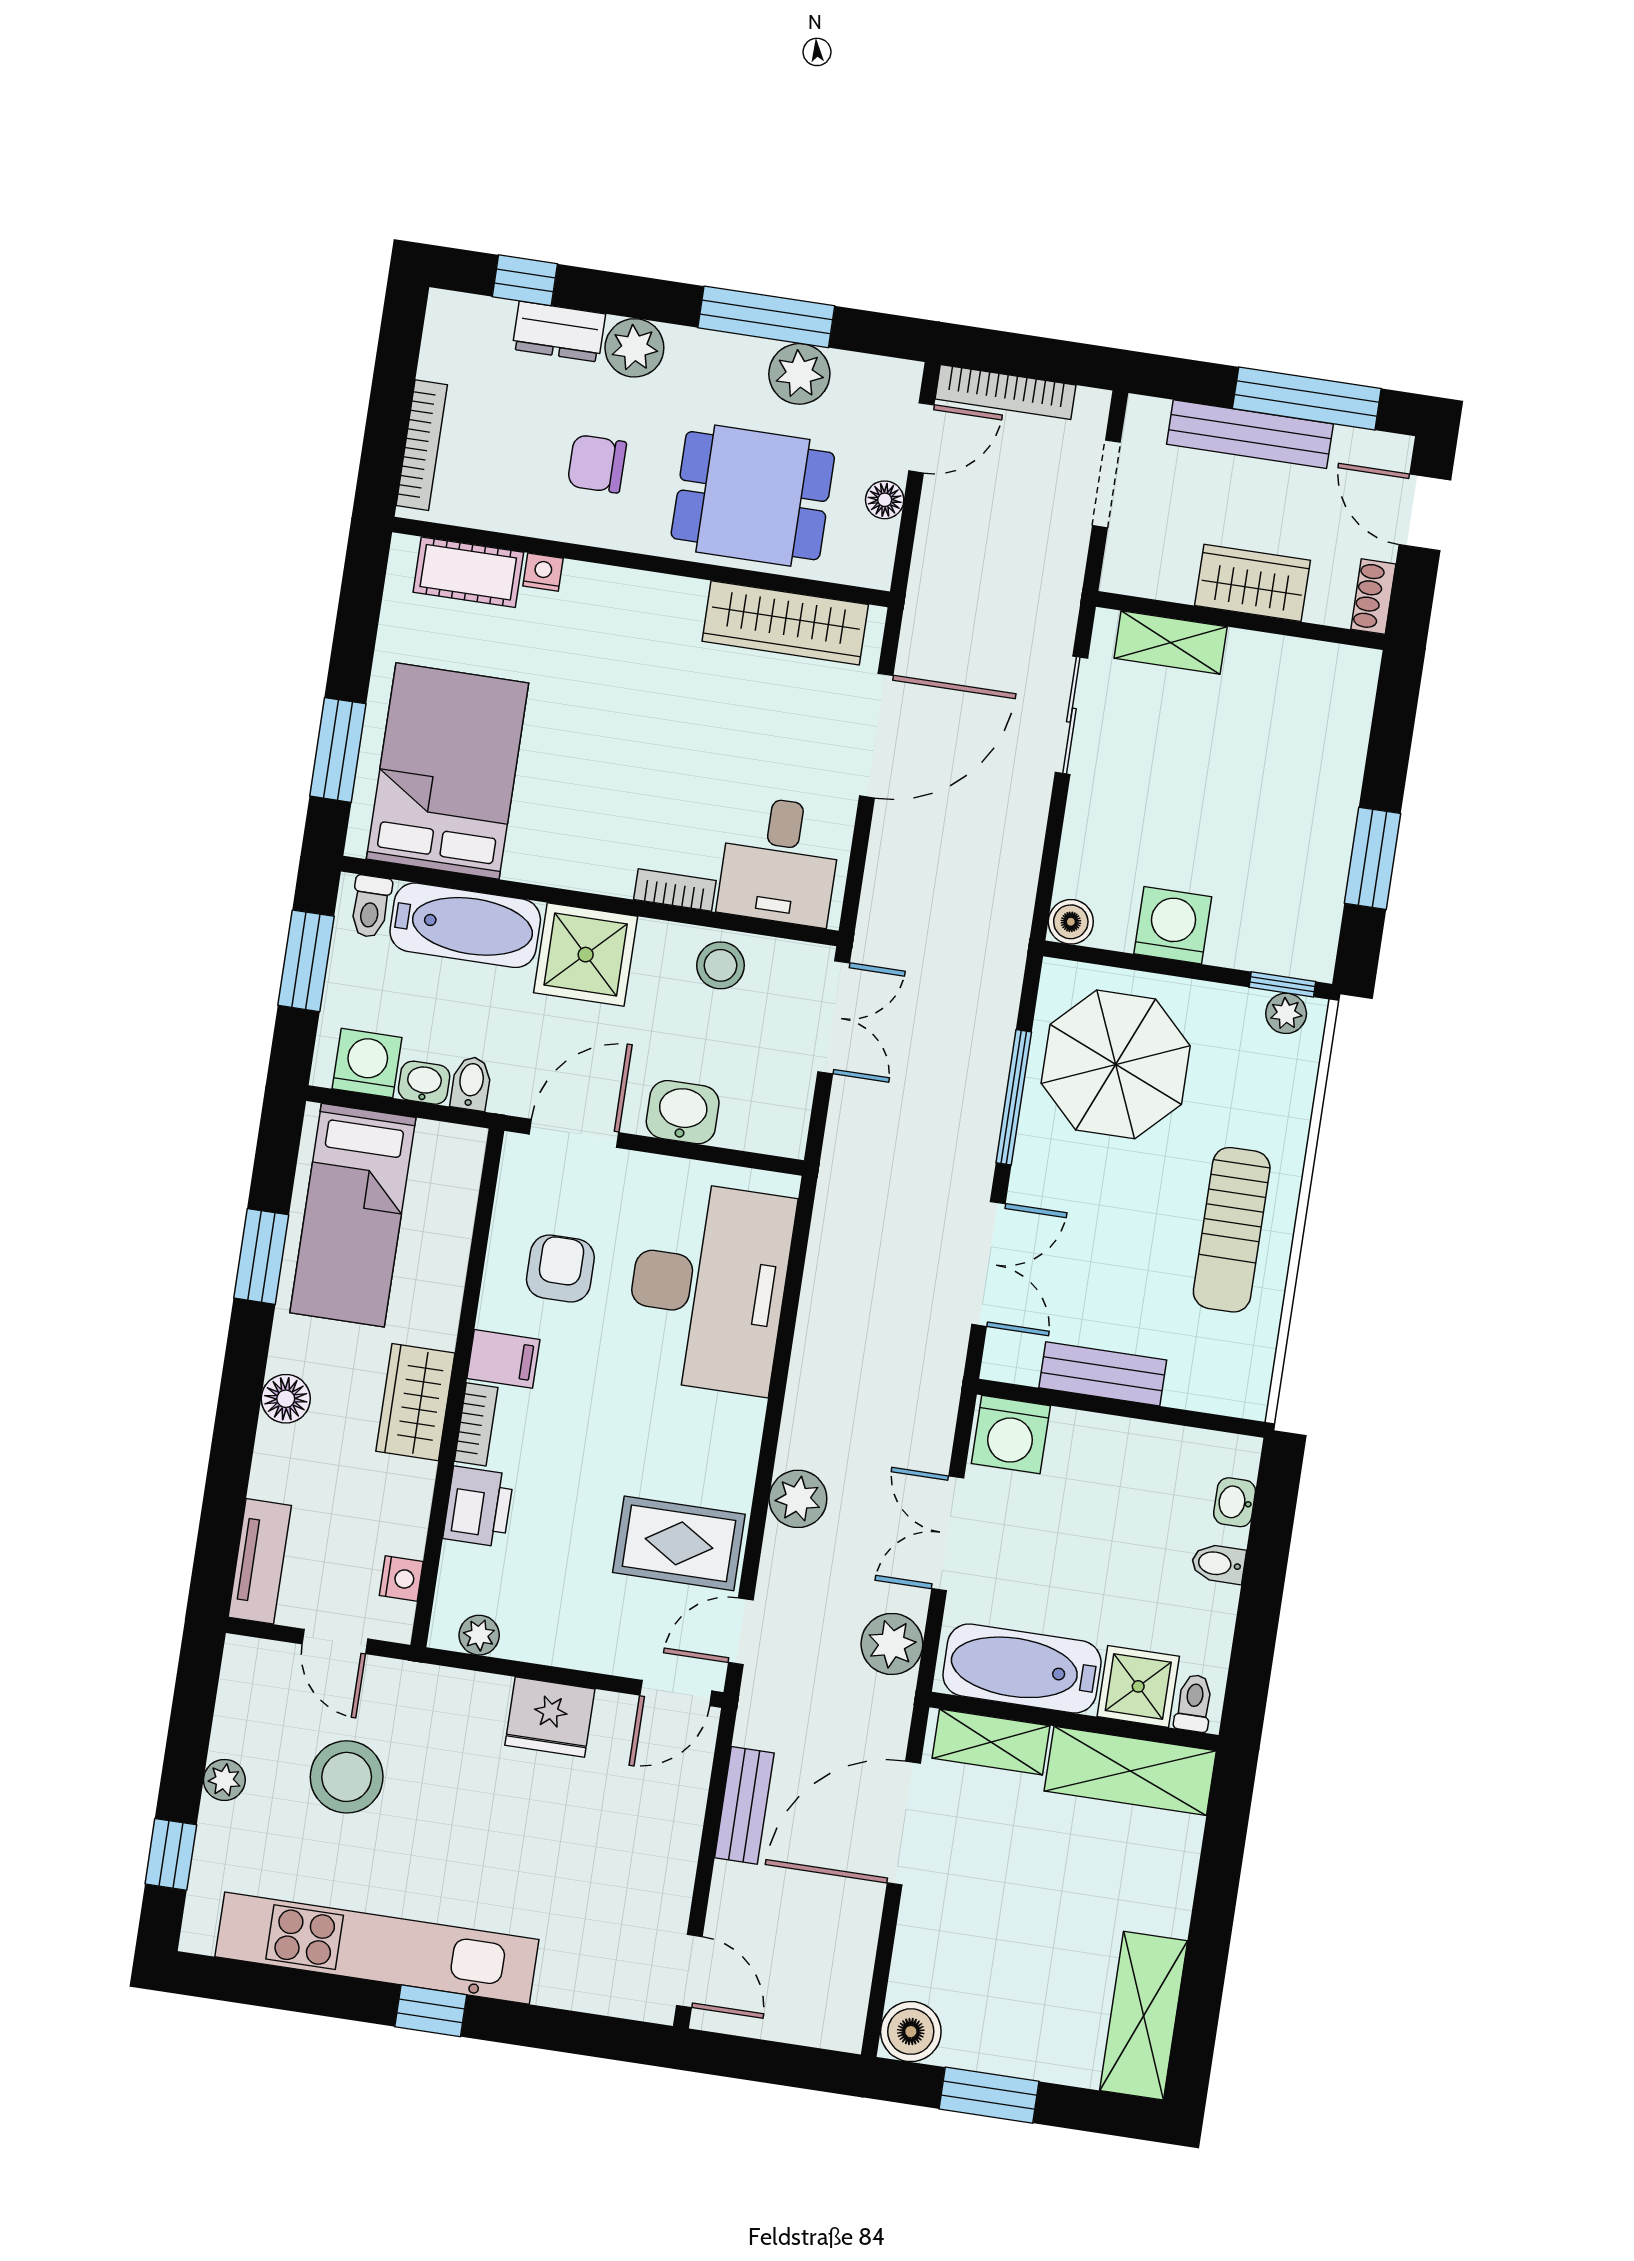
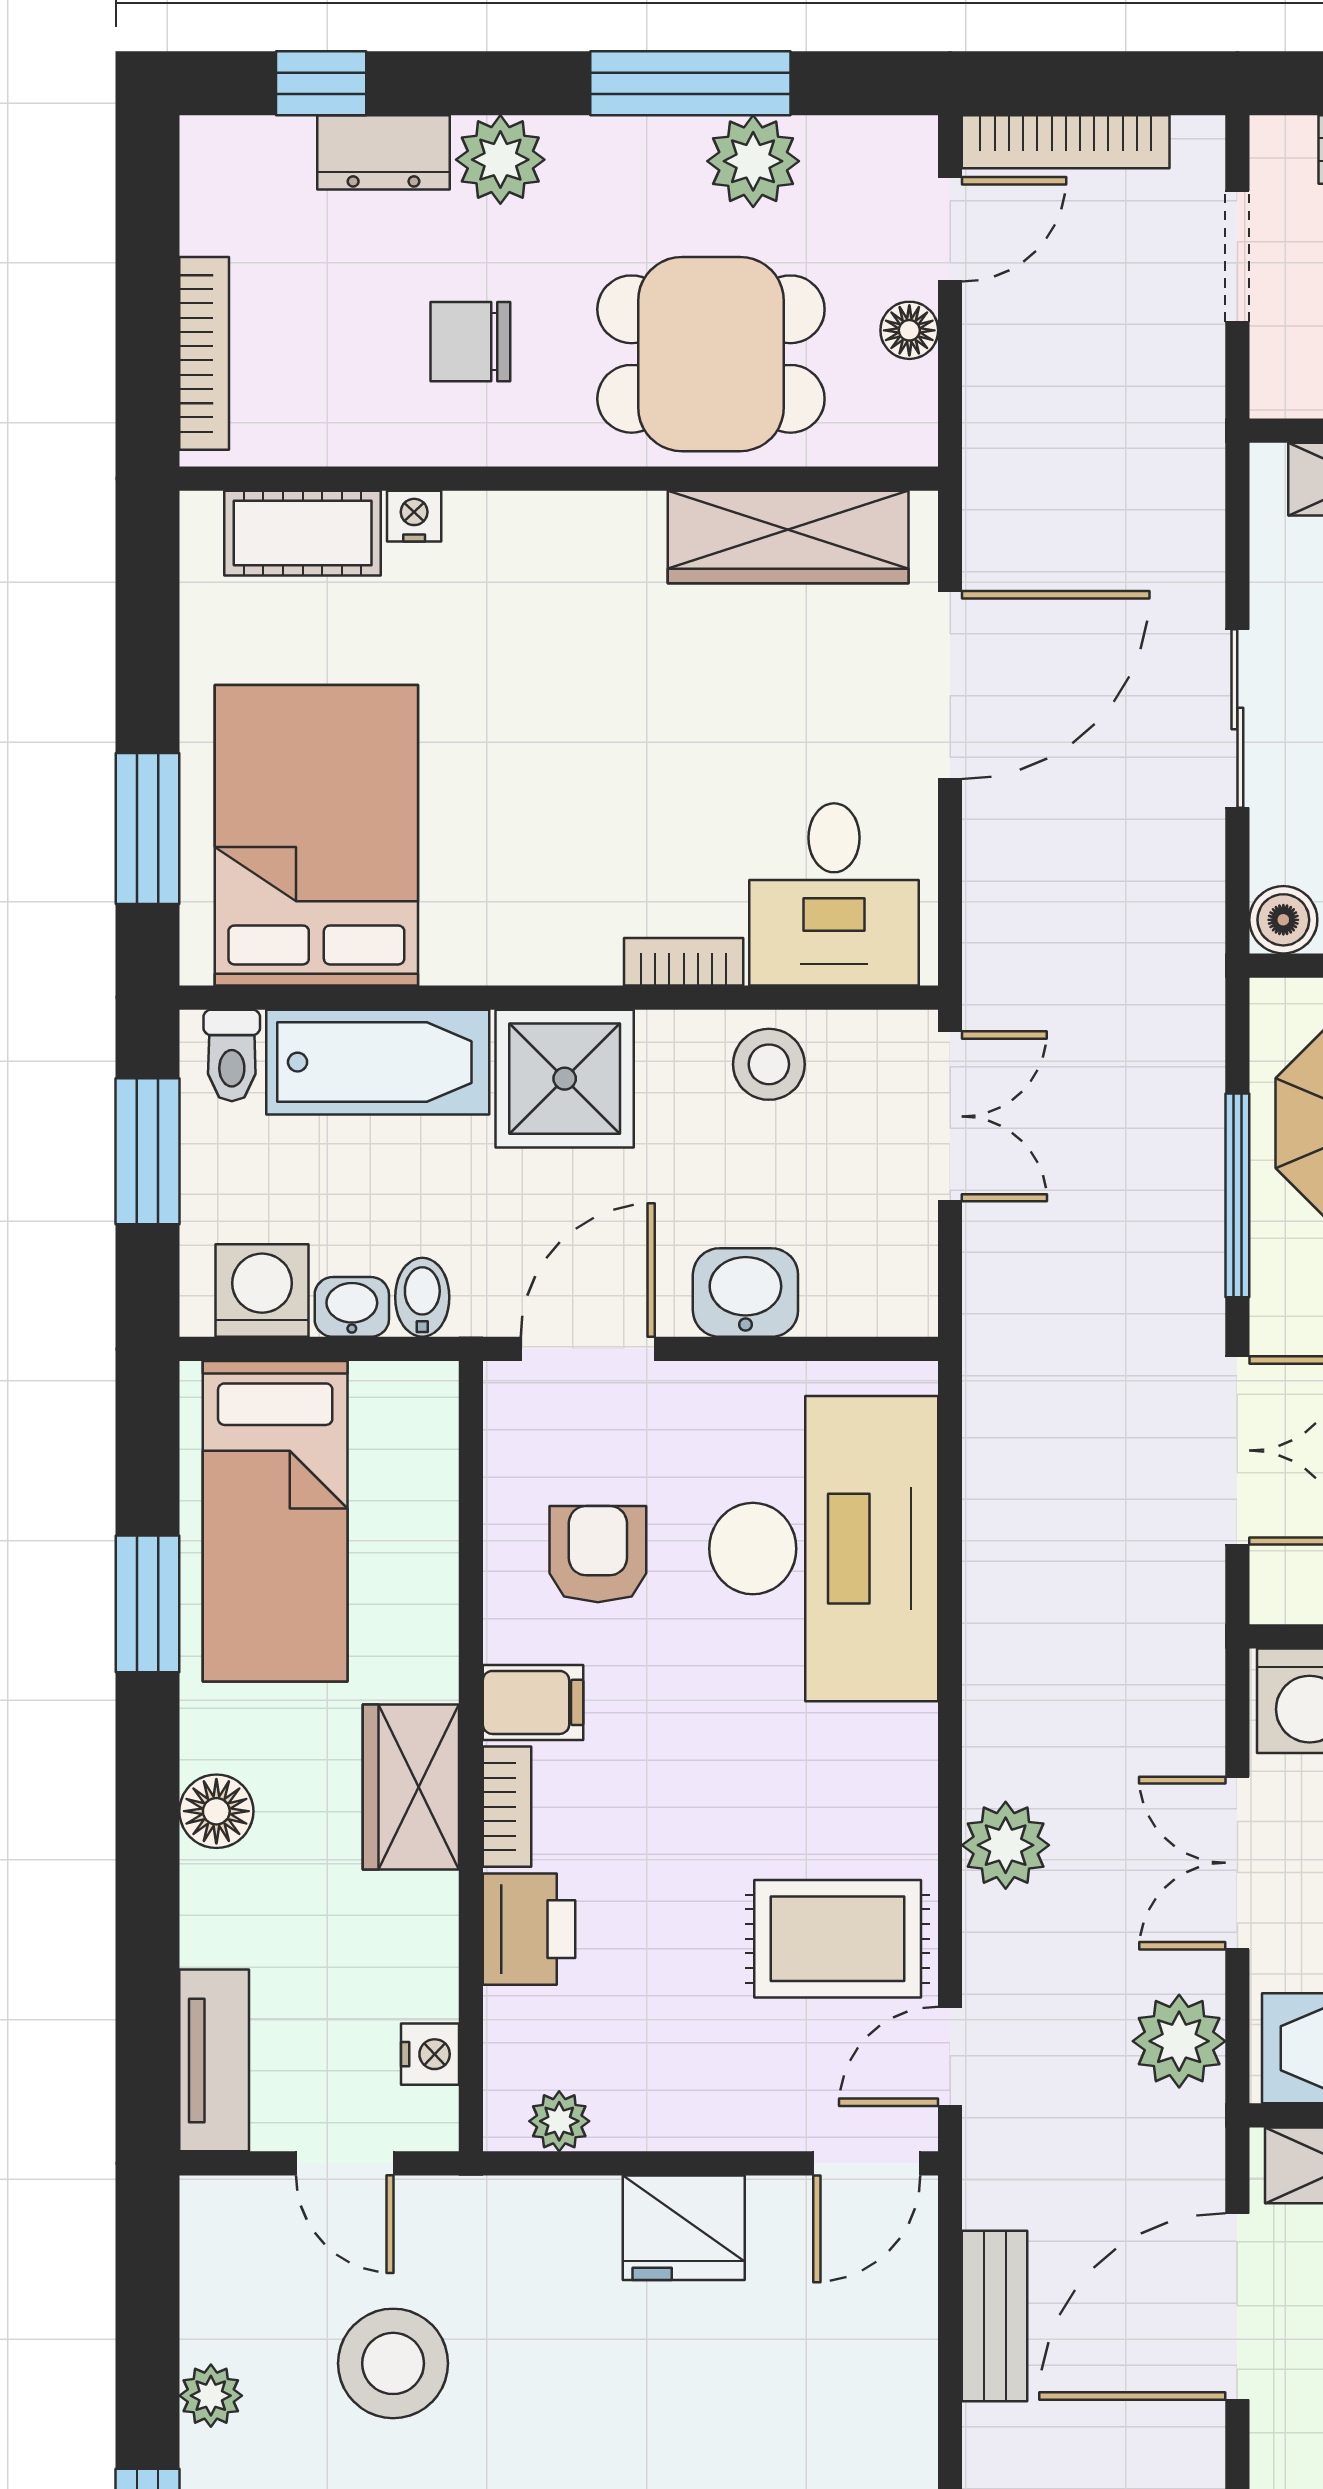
sliding door: (1071, 715) -> (1237, 718), moved

